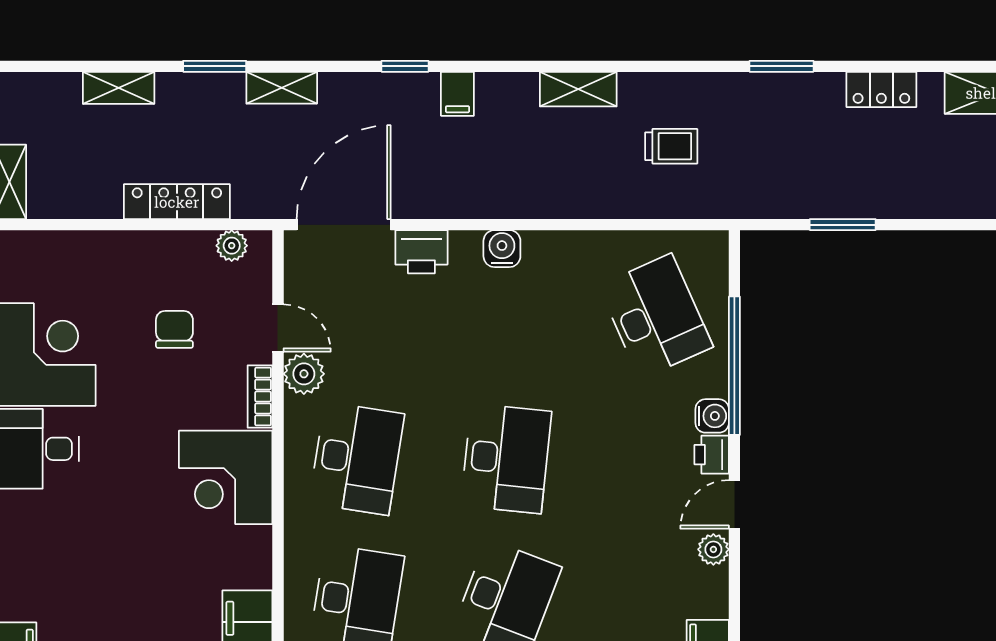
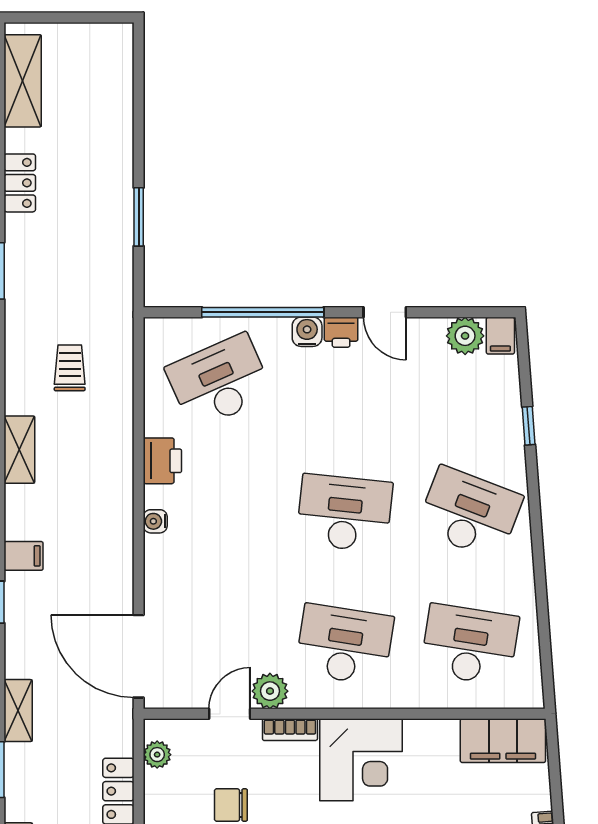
water cooler: (502, 249) -> (155, 521), width x0.72, depth x0.72
printer: (421, 252) -> (162, 461), moved
plant: (713, 549) -> (465, 336), moved, width x1.38, depth x1.38

